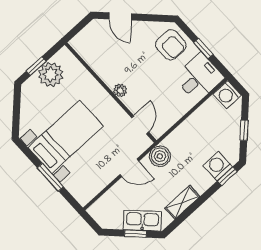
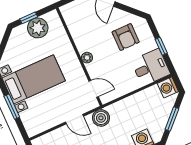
armchair: (171, 45) -> (126, 37), moved
door: (140, 125) -> (94, 89), hinge flipped
window: (244, 130) -> (172, 119), width x1.50

